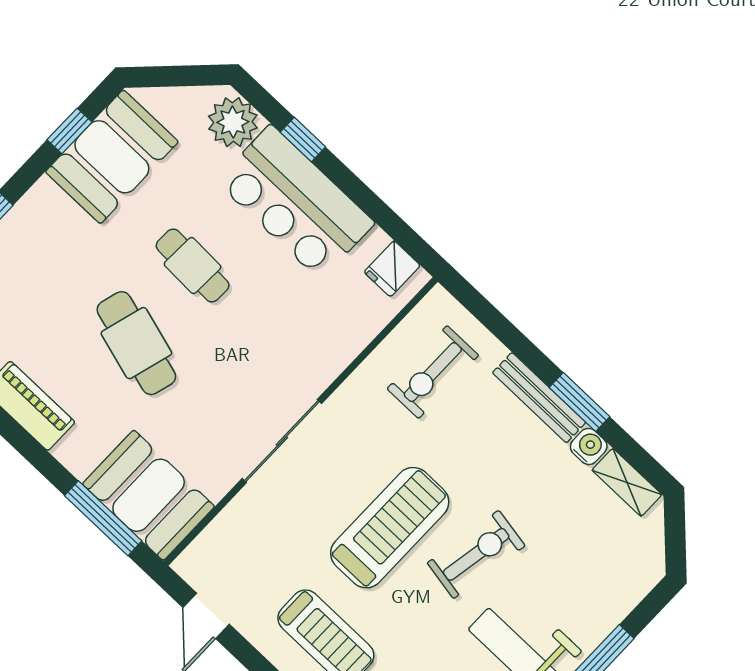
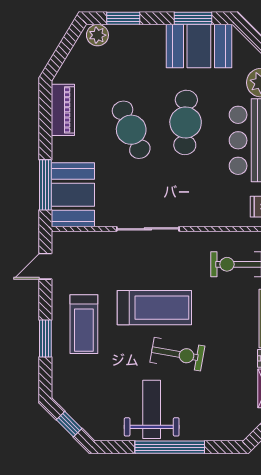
window: (70, 131) -> (193, 18), width x1.50
cafe table: (193, 265) -> (186, 122), width x1.37, depth x1.35
cafe table: (136, 343) -> (131, 130), turned -40

